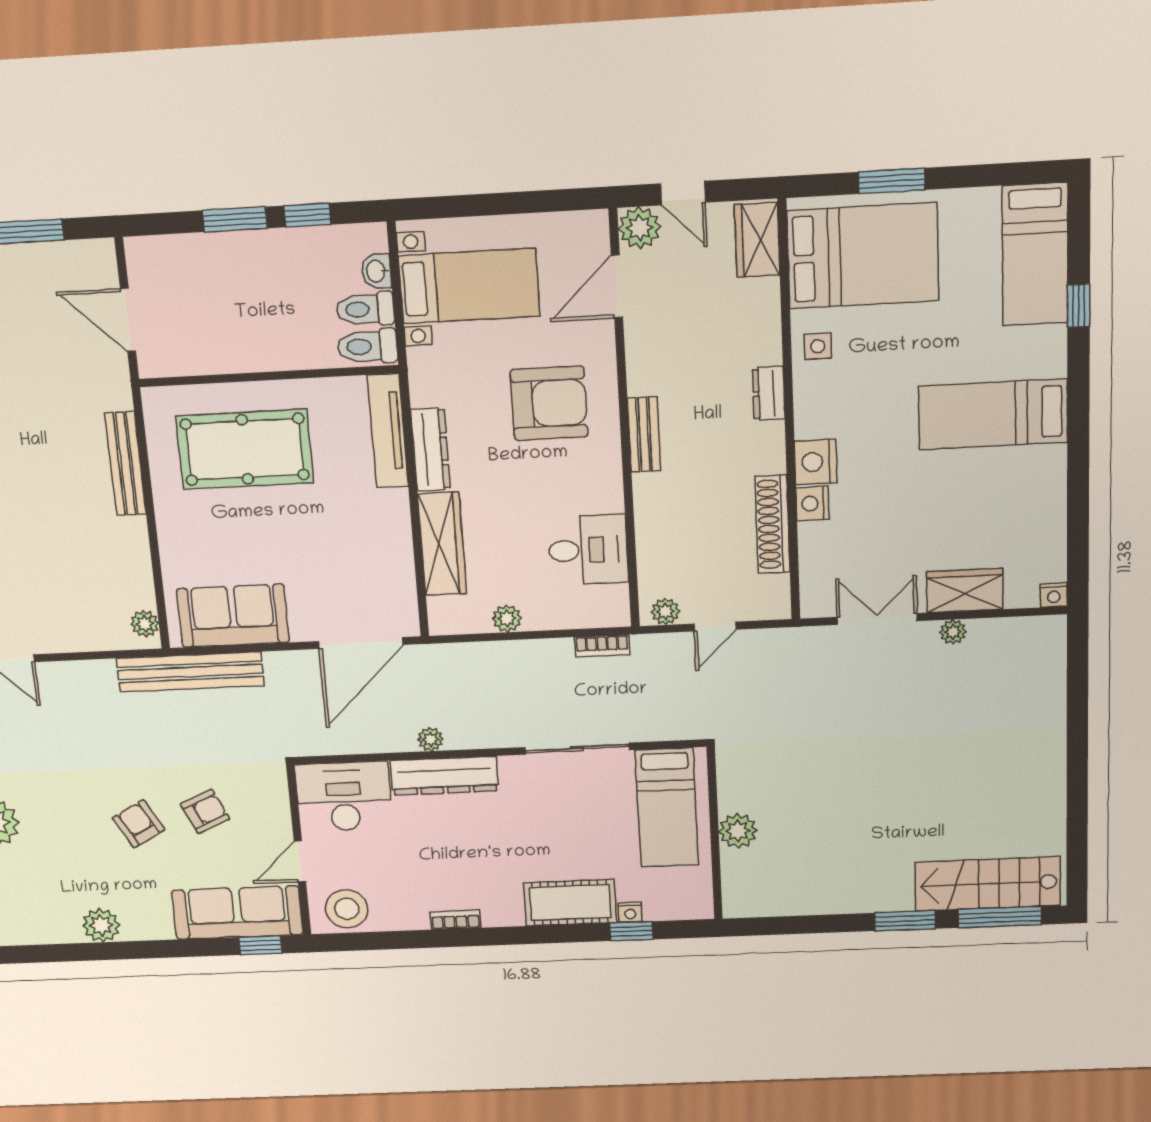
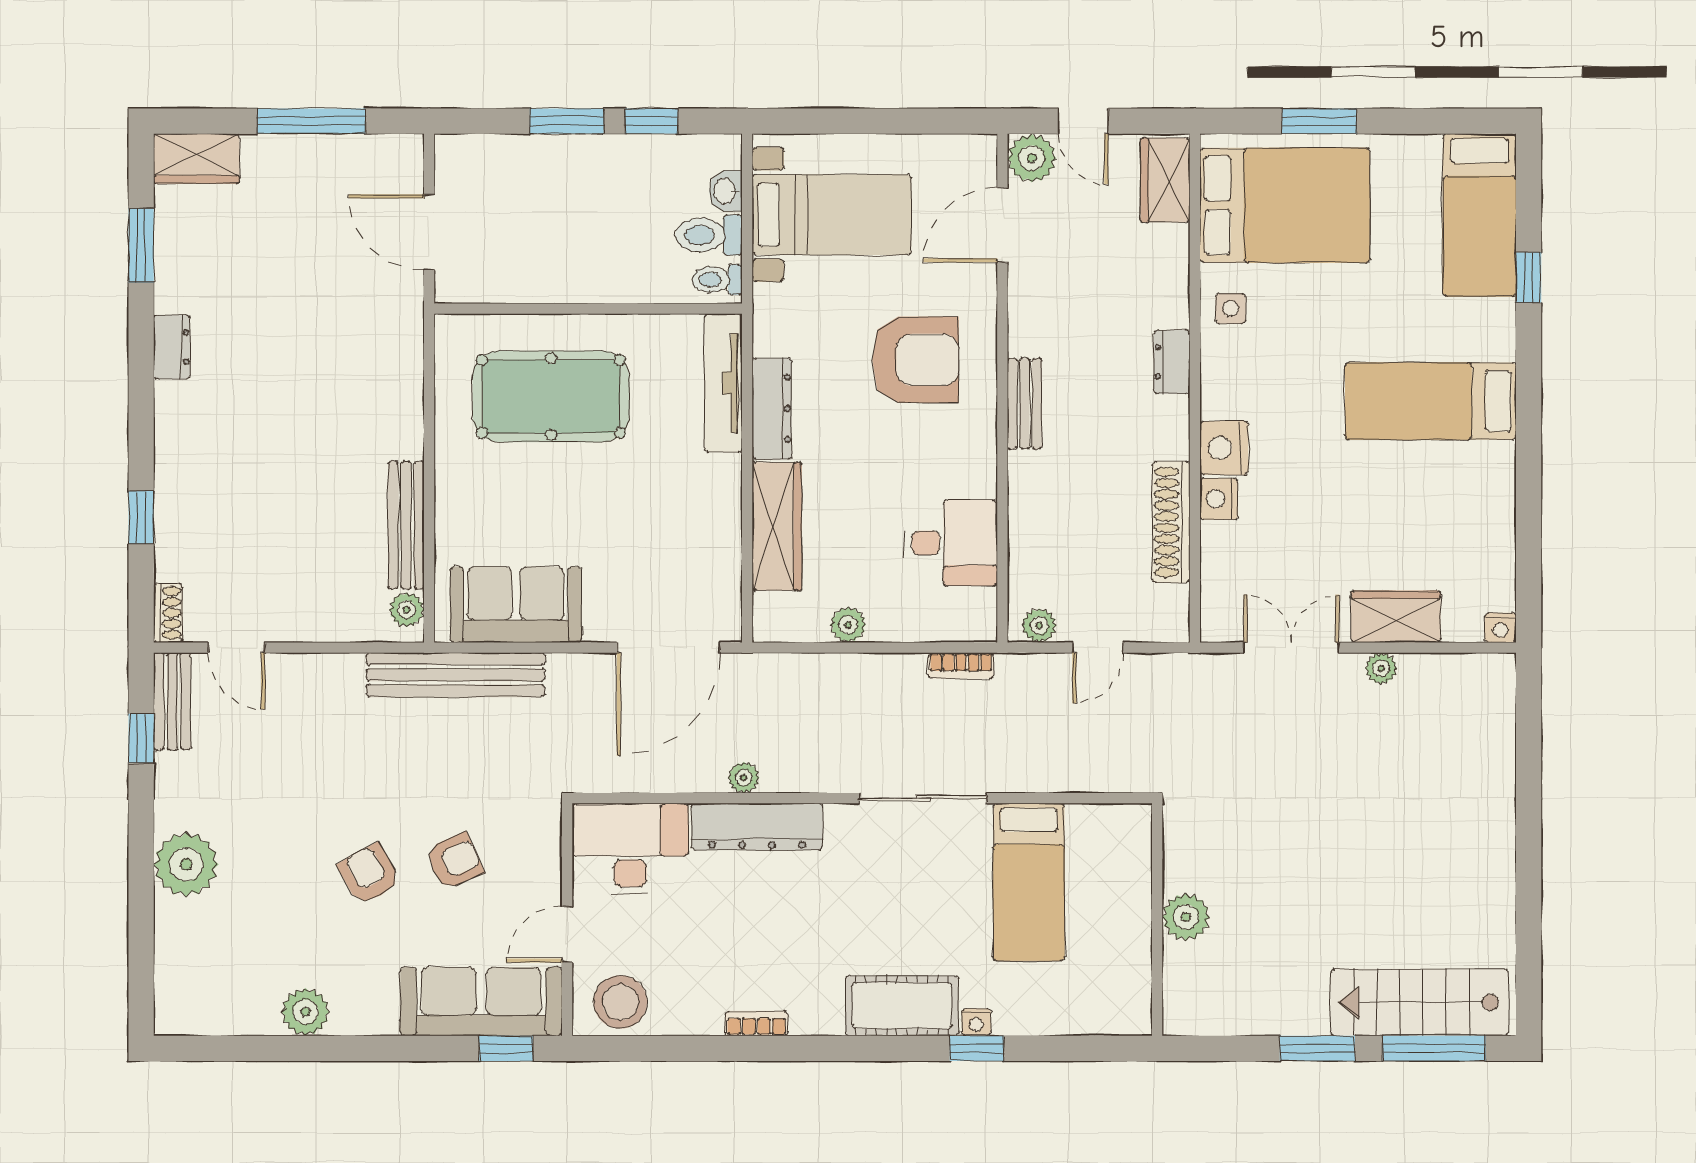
toilet: (367, 346) -> (717, 280), width x0.73, depth x0.72
bench: (125, 464) -> (406, 525), moved
plant: (738, 831) -> (1186, 917), moved
wall: (715, 834) -> (1157, 920), moved

